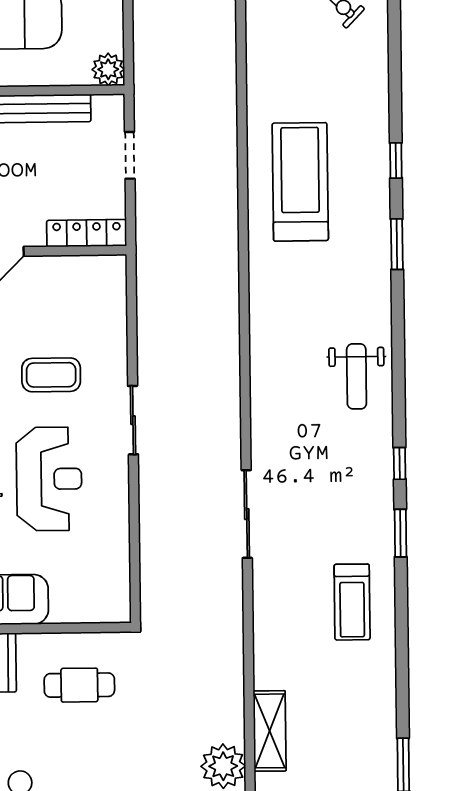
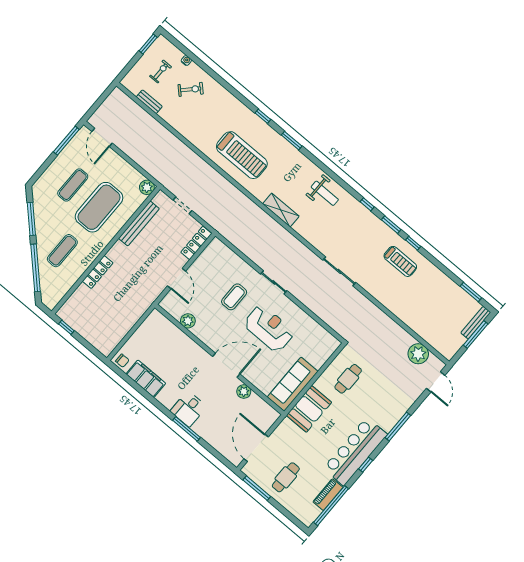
treadmill: (300, 182) -> (242, 155), turned 180
window: (401, 597) -> (413, 243), added
shelving: (270, 731) -> (281, 210), moved

